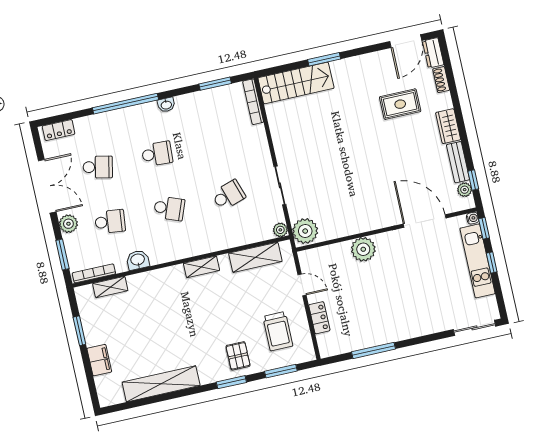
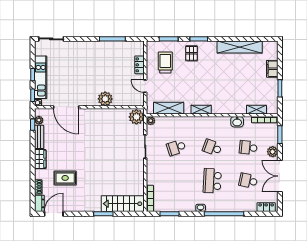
school desk: (157, 154) -> (212, 181), width x1.85

